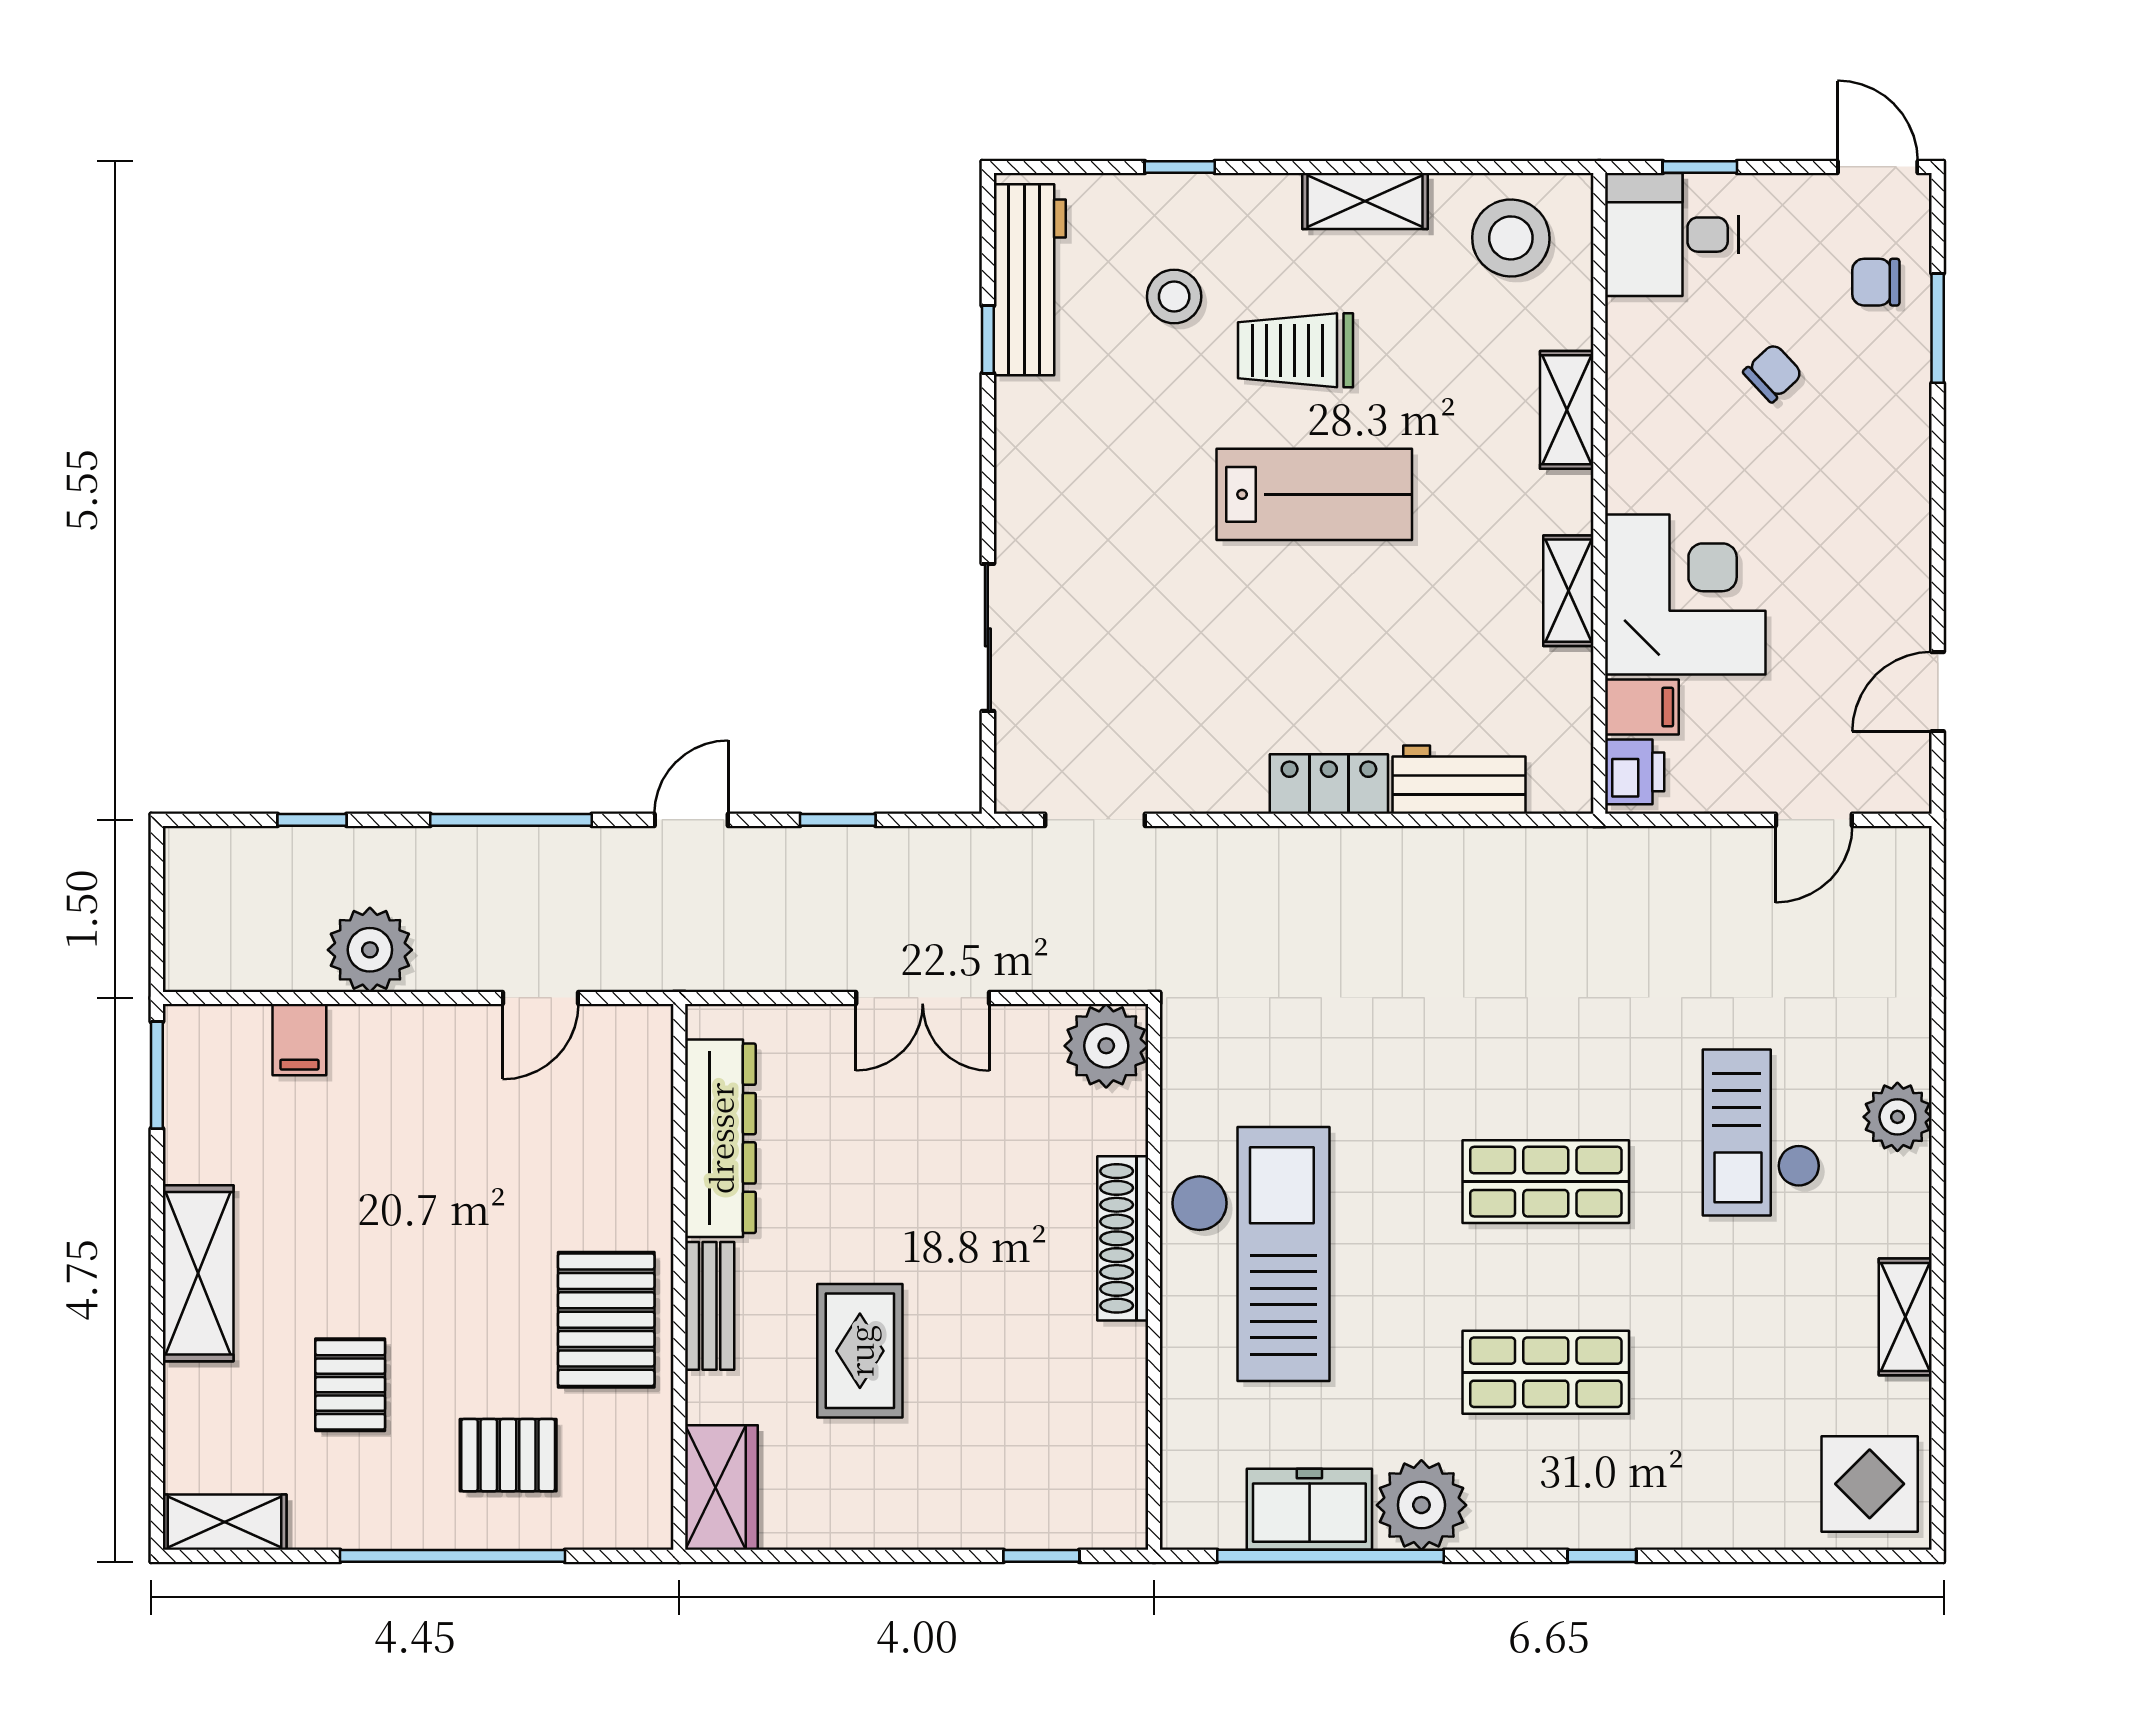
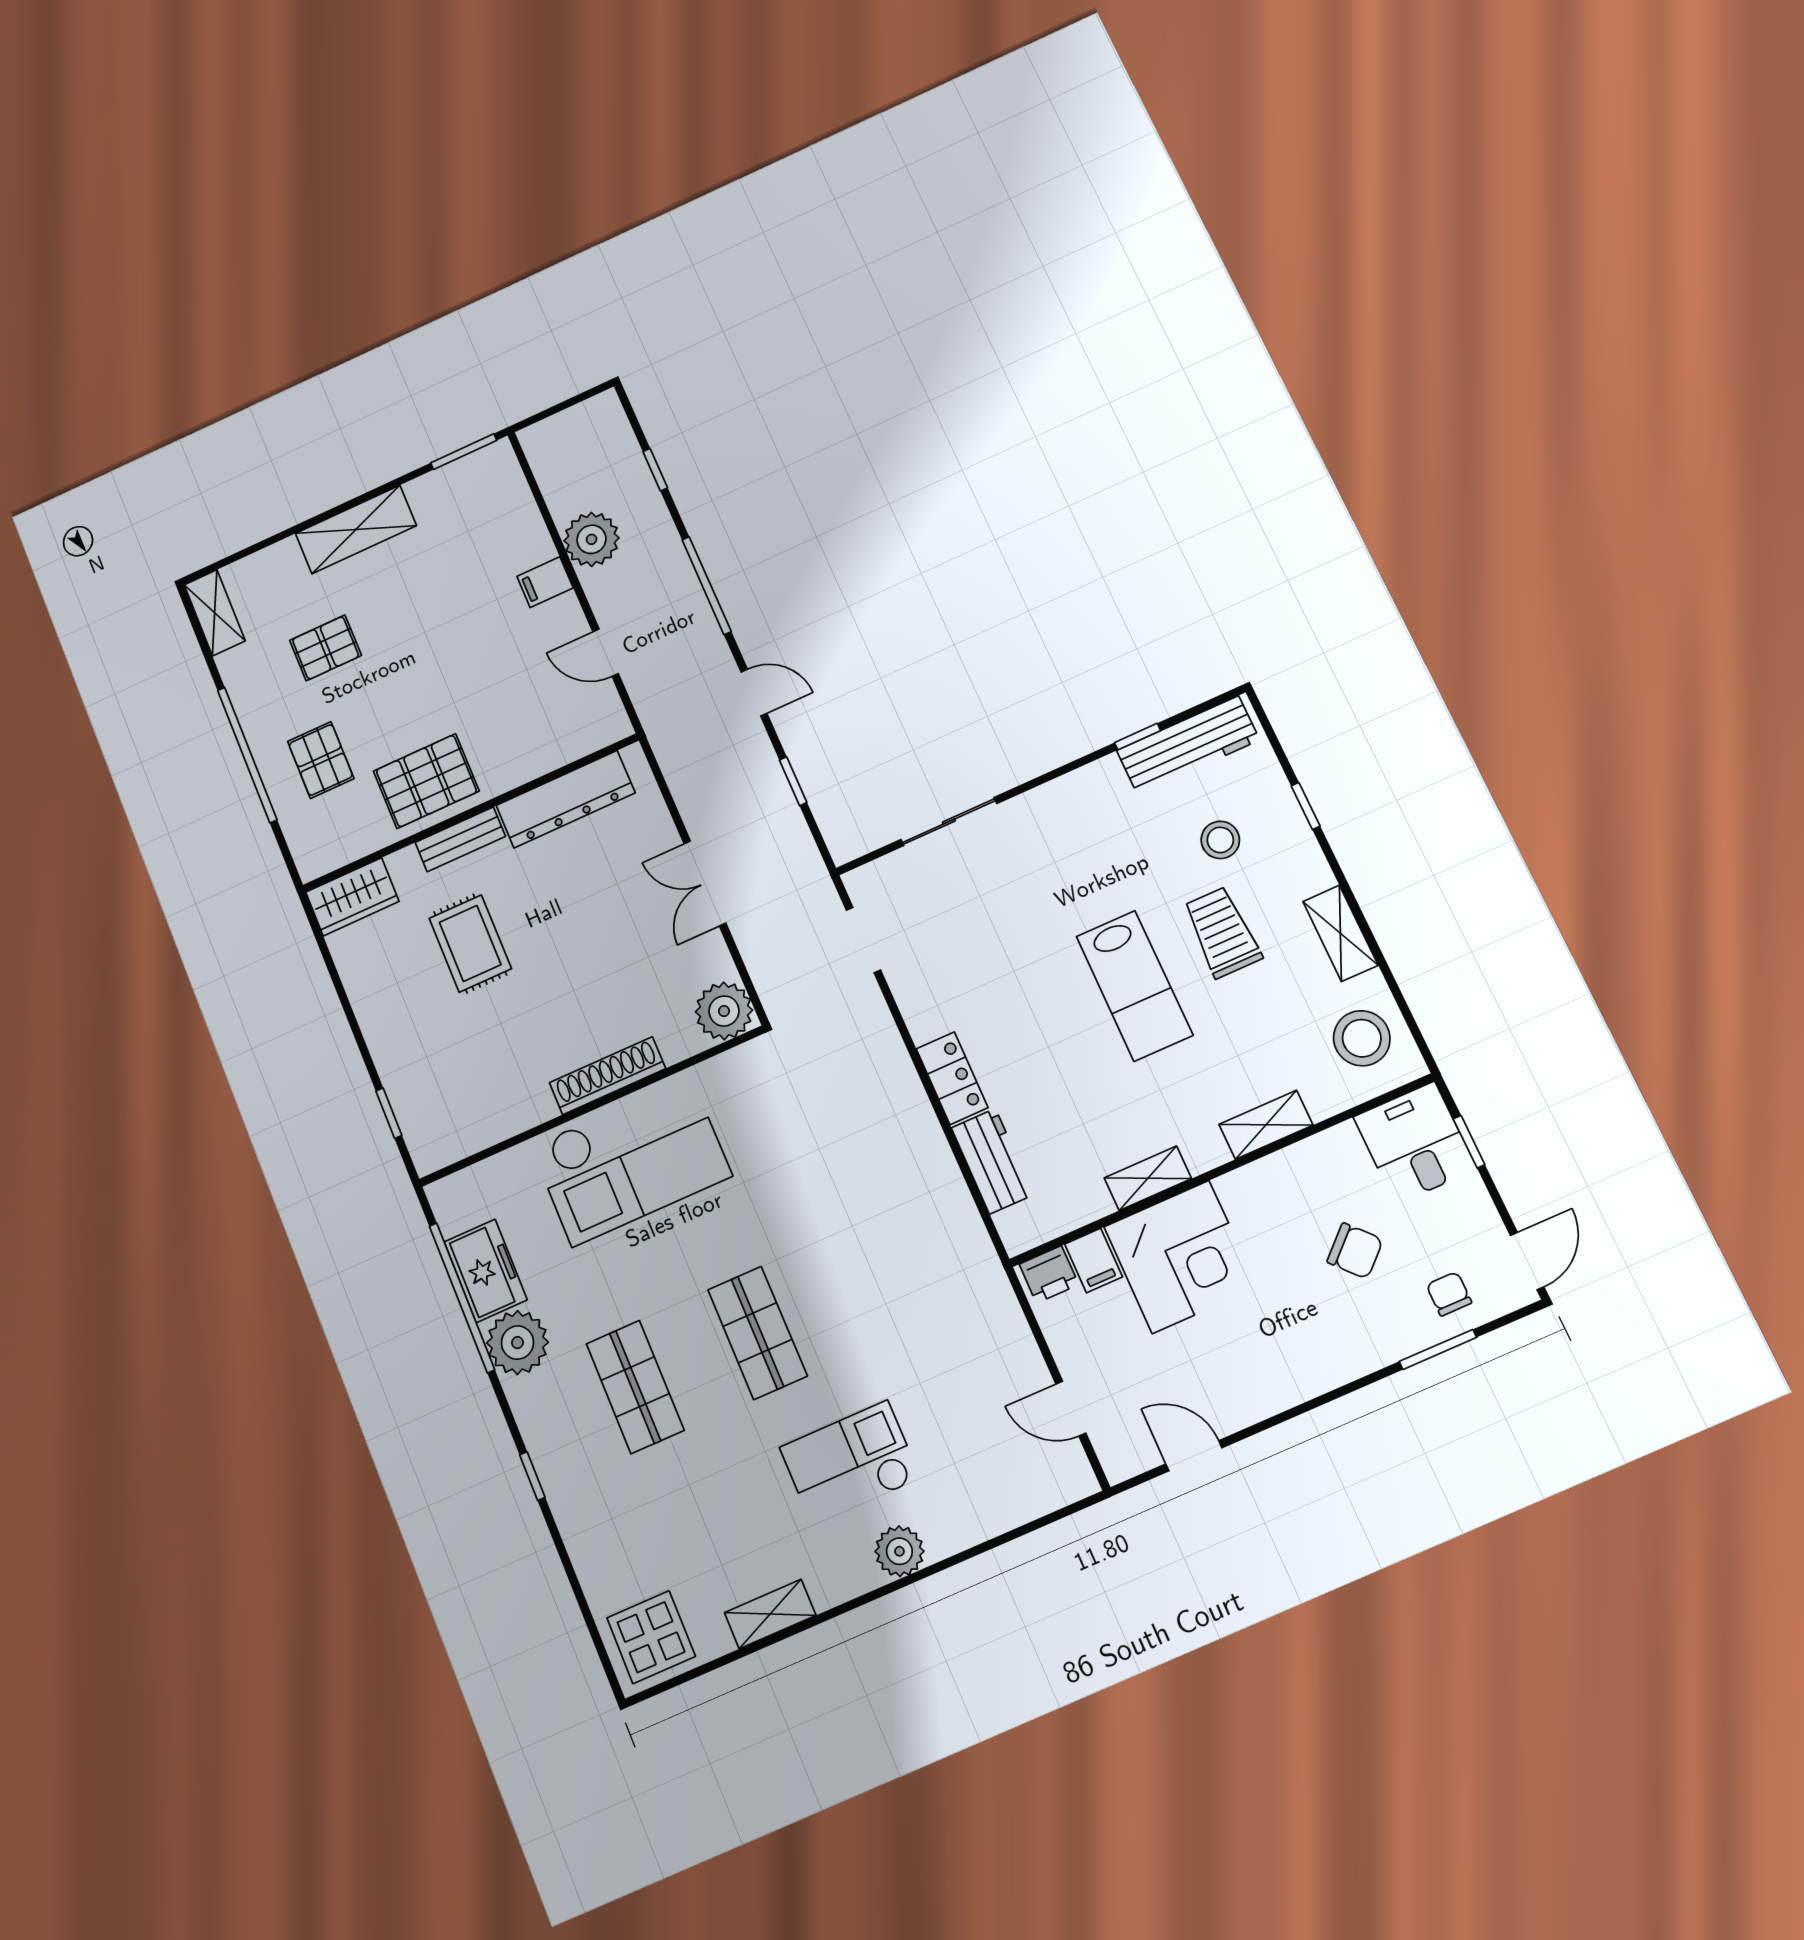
chair: (1773, 373) -> (1355, 1251), width x1.37, depth x1.37
filing cabinet: (299, 1040) -> (545, 582), moved
rug: (860, 1351) -> (470, 943), turned 90

